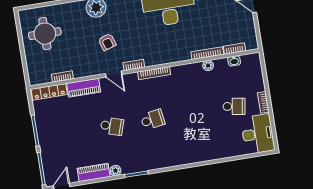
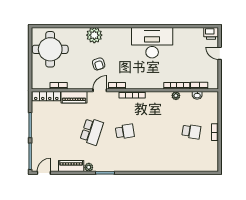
round table: (45, 34) -> (50, 49), width x1.36, depth x1.36
door: (114, 74) -> (100, 90), swing flipped
school desk: (112, 126) -> (92, 132), width x1.85
desk: (258, 134) -> (206, 156), removed

